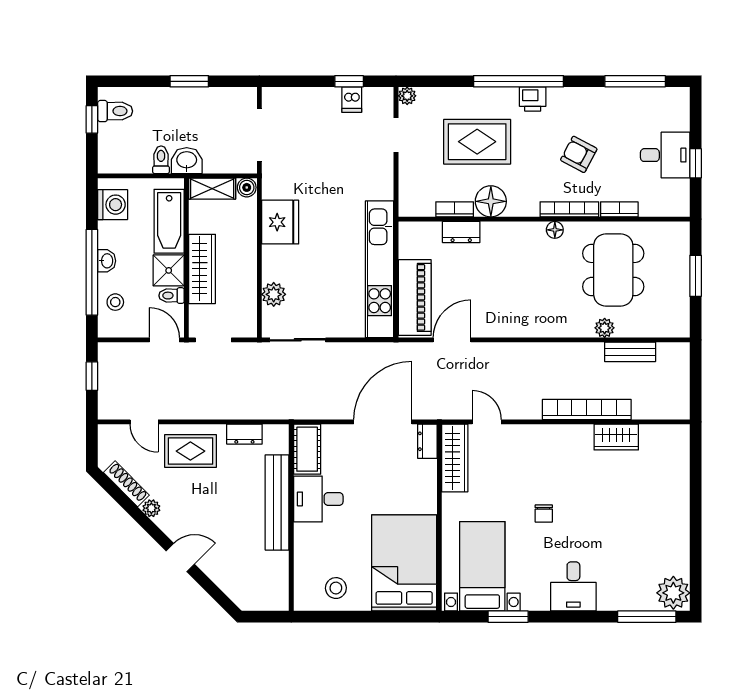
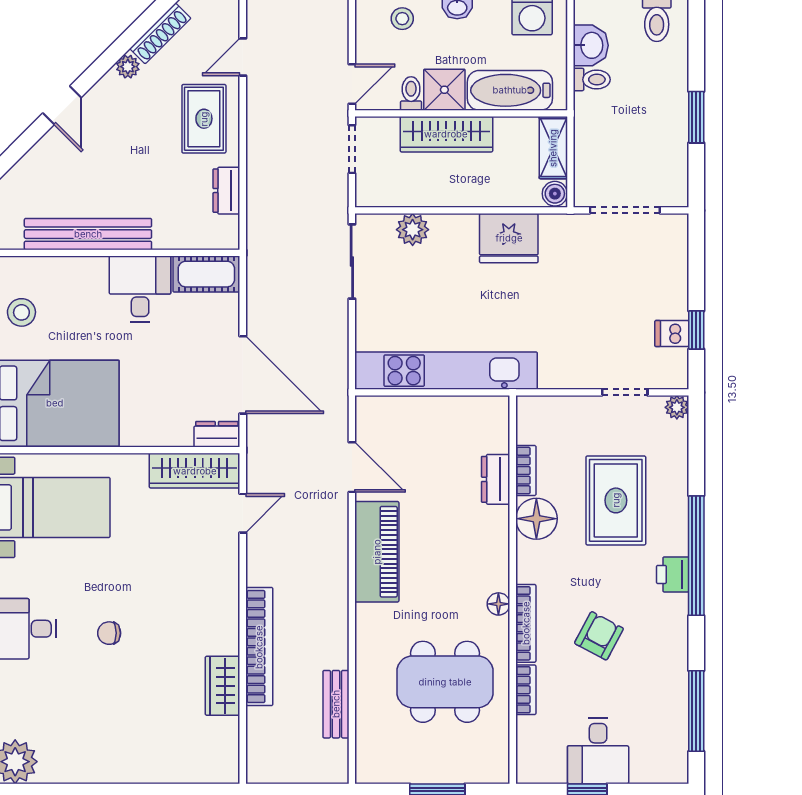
washbasin: (187, 161) -> (591, 45), moved
piano: (415, 297) -> (377, 552), moved, turned -90
plant: (605, 328) -> (368, 670), removed
bench: (277, 502) -> (88, 234), moved
chair: (544, 514) -> (109, 633), moved

